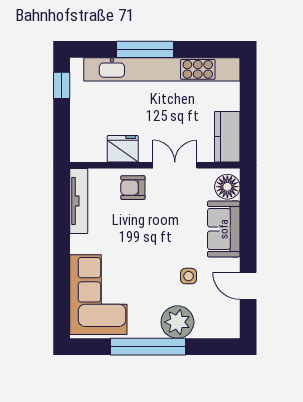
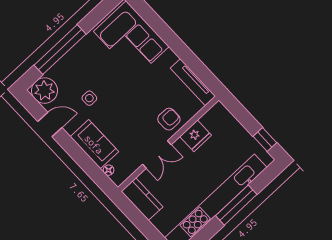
floor lamp: (227, 187) -> (109, 170), width x0.53, depth x0.53
plant: (177, 322) -> (44, 91), moved
window: (148, 347) -> (60, 50), moved

